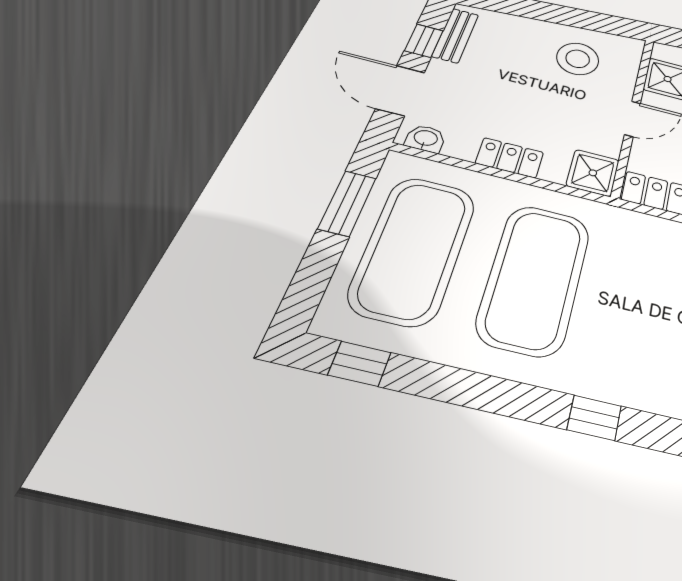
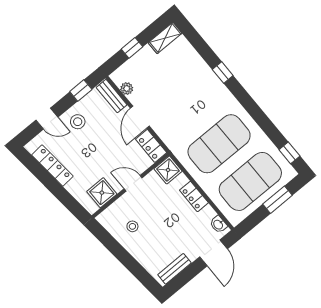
window: (424, 41) -> (189, 273), removed
stool: (578, 59) -> (132, 226), width x0.53, depth x0.53
window: (347, 203) -> (278, 200), moved
window: (594, 418) -> (223, 72), moved

